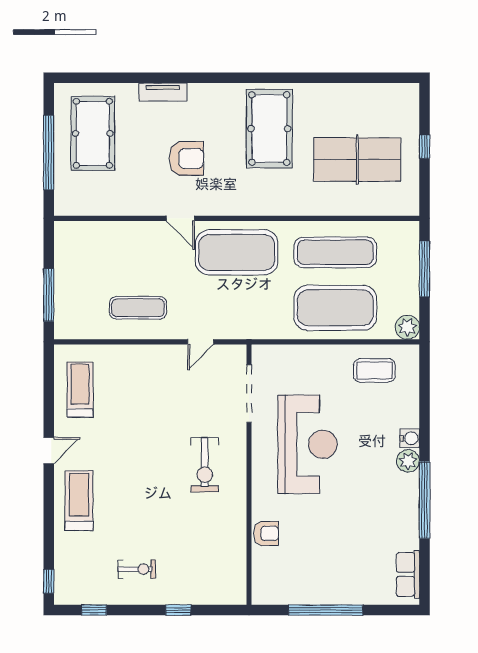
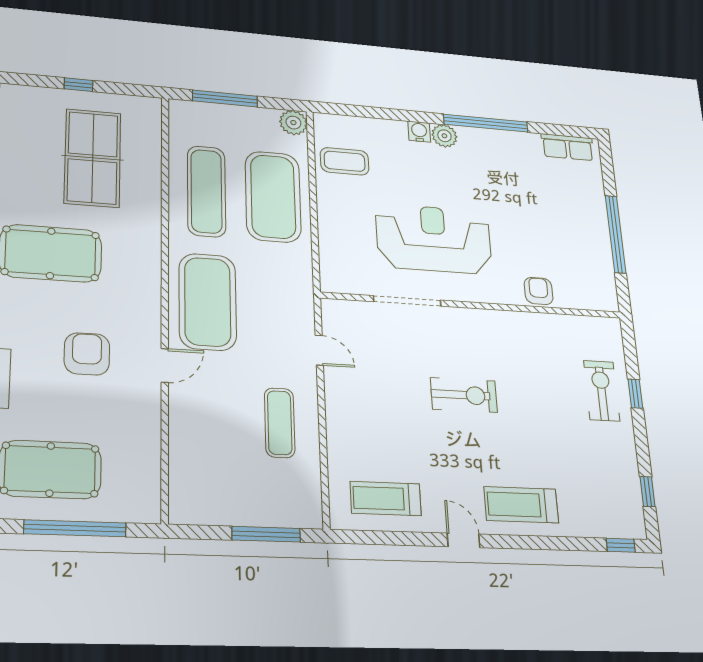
coffee table: (374, 370) -> (345, 161), turned 90
doorway: (249, 393) -> (407, 301), moved
exercise bike: (205, 465) -> (464, 395), moved
exercise bike: (137, 569) -> (602, 391), moved, width x1.38, depth x1.39

